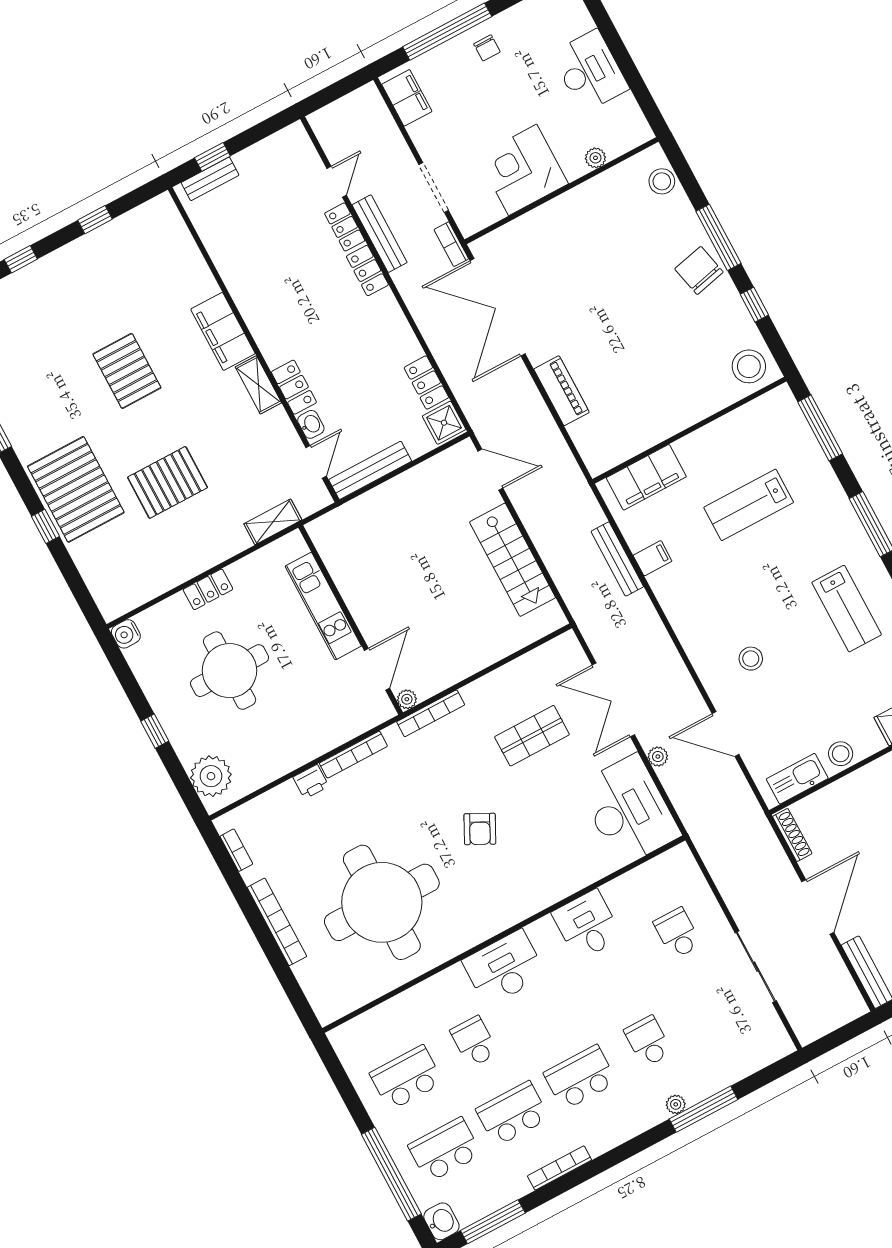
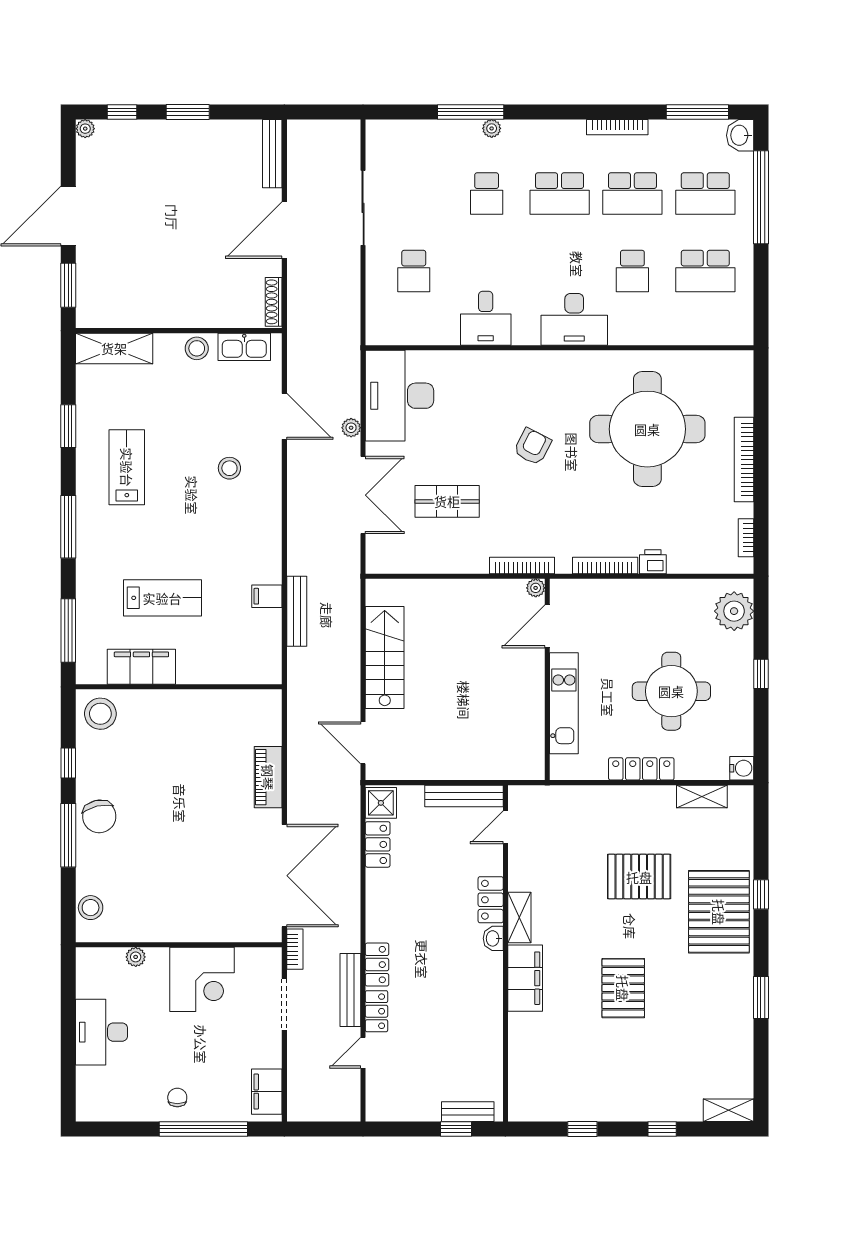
washbasin: (311, 424) -> (493, 938), moved
filing cabinet: (646, 477) -> (141, 667), moved
shelving: (273, 522) -> (702, 796), moved
locker: (208, 589) -> (641, 769), width x1.53

